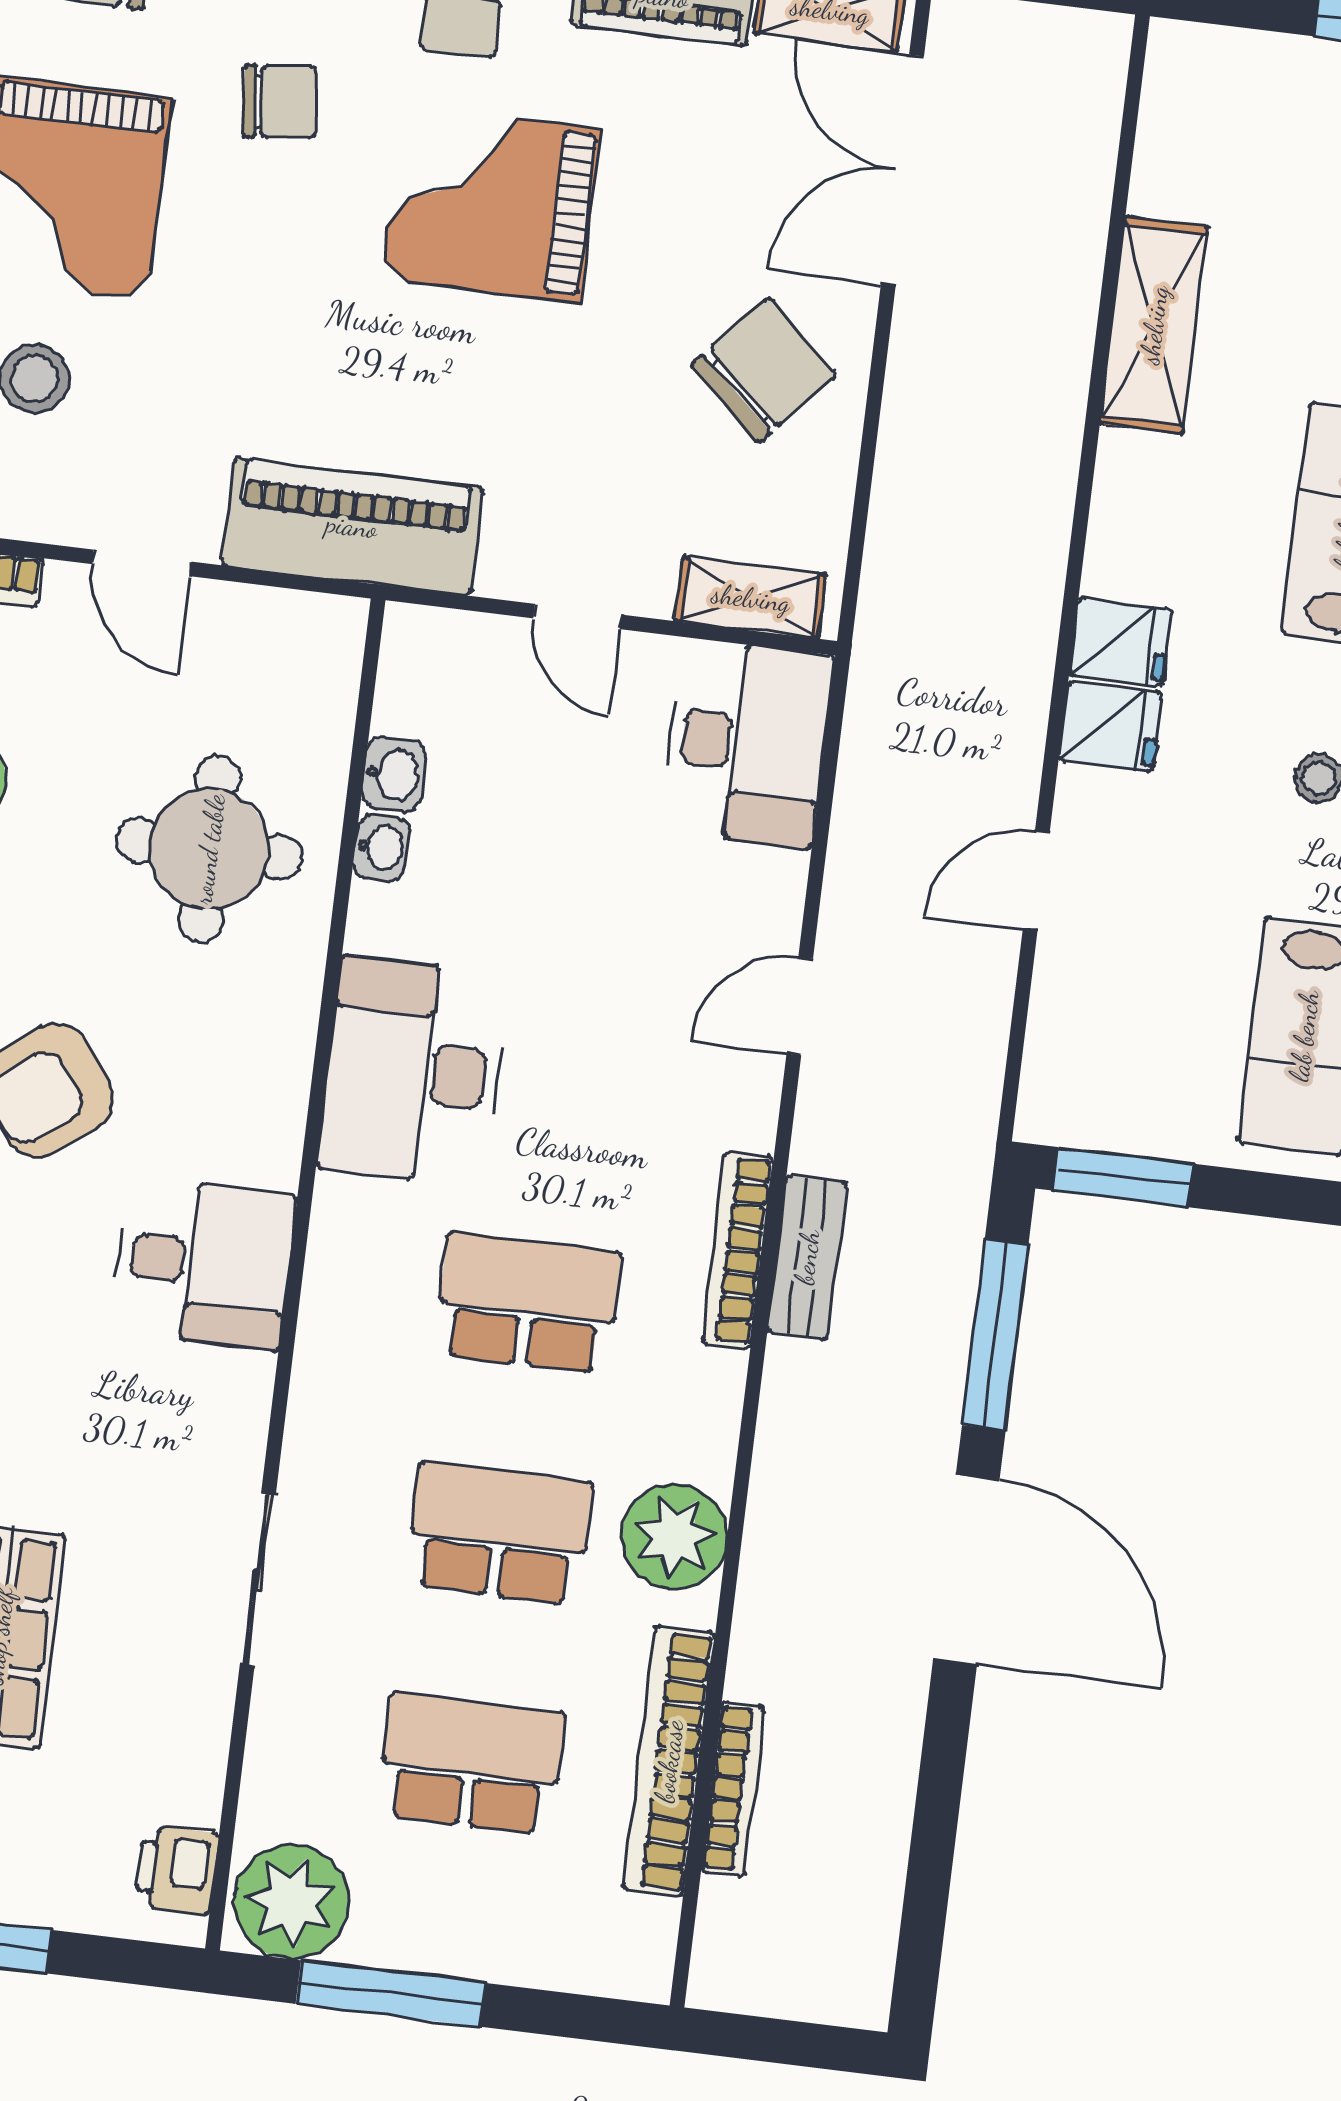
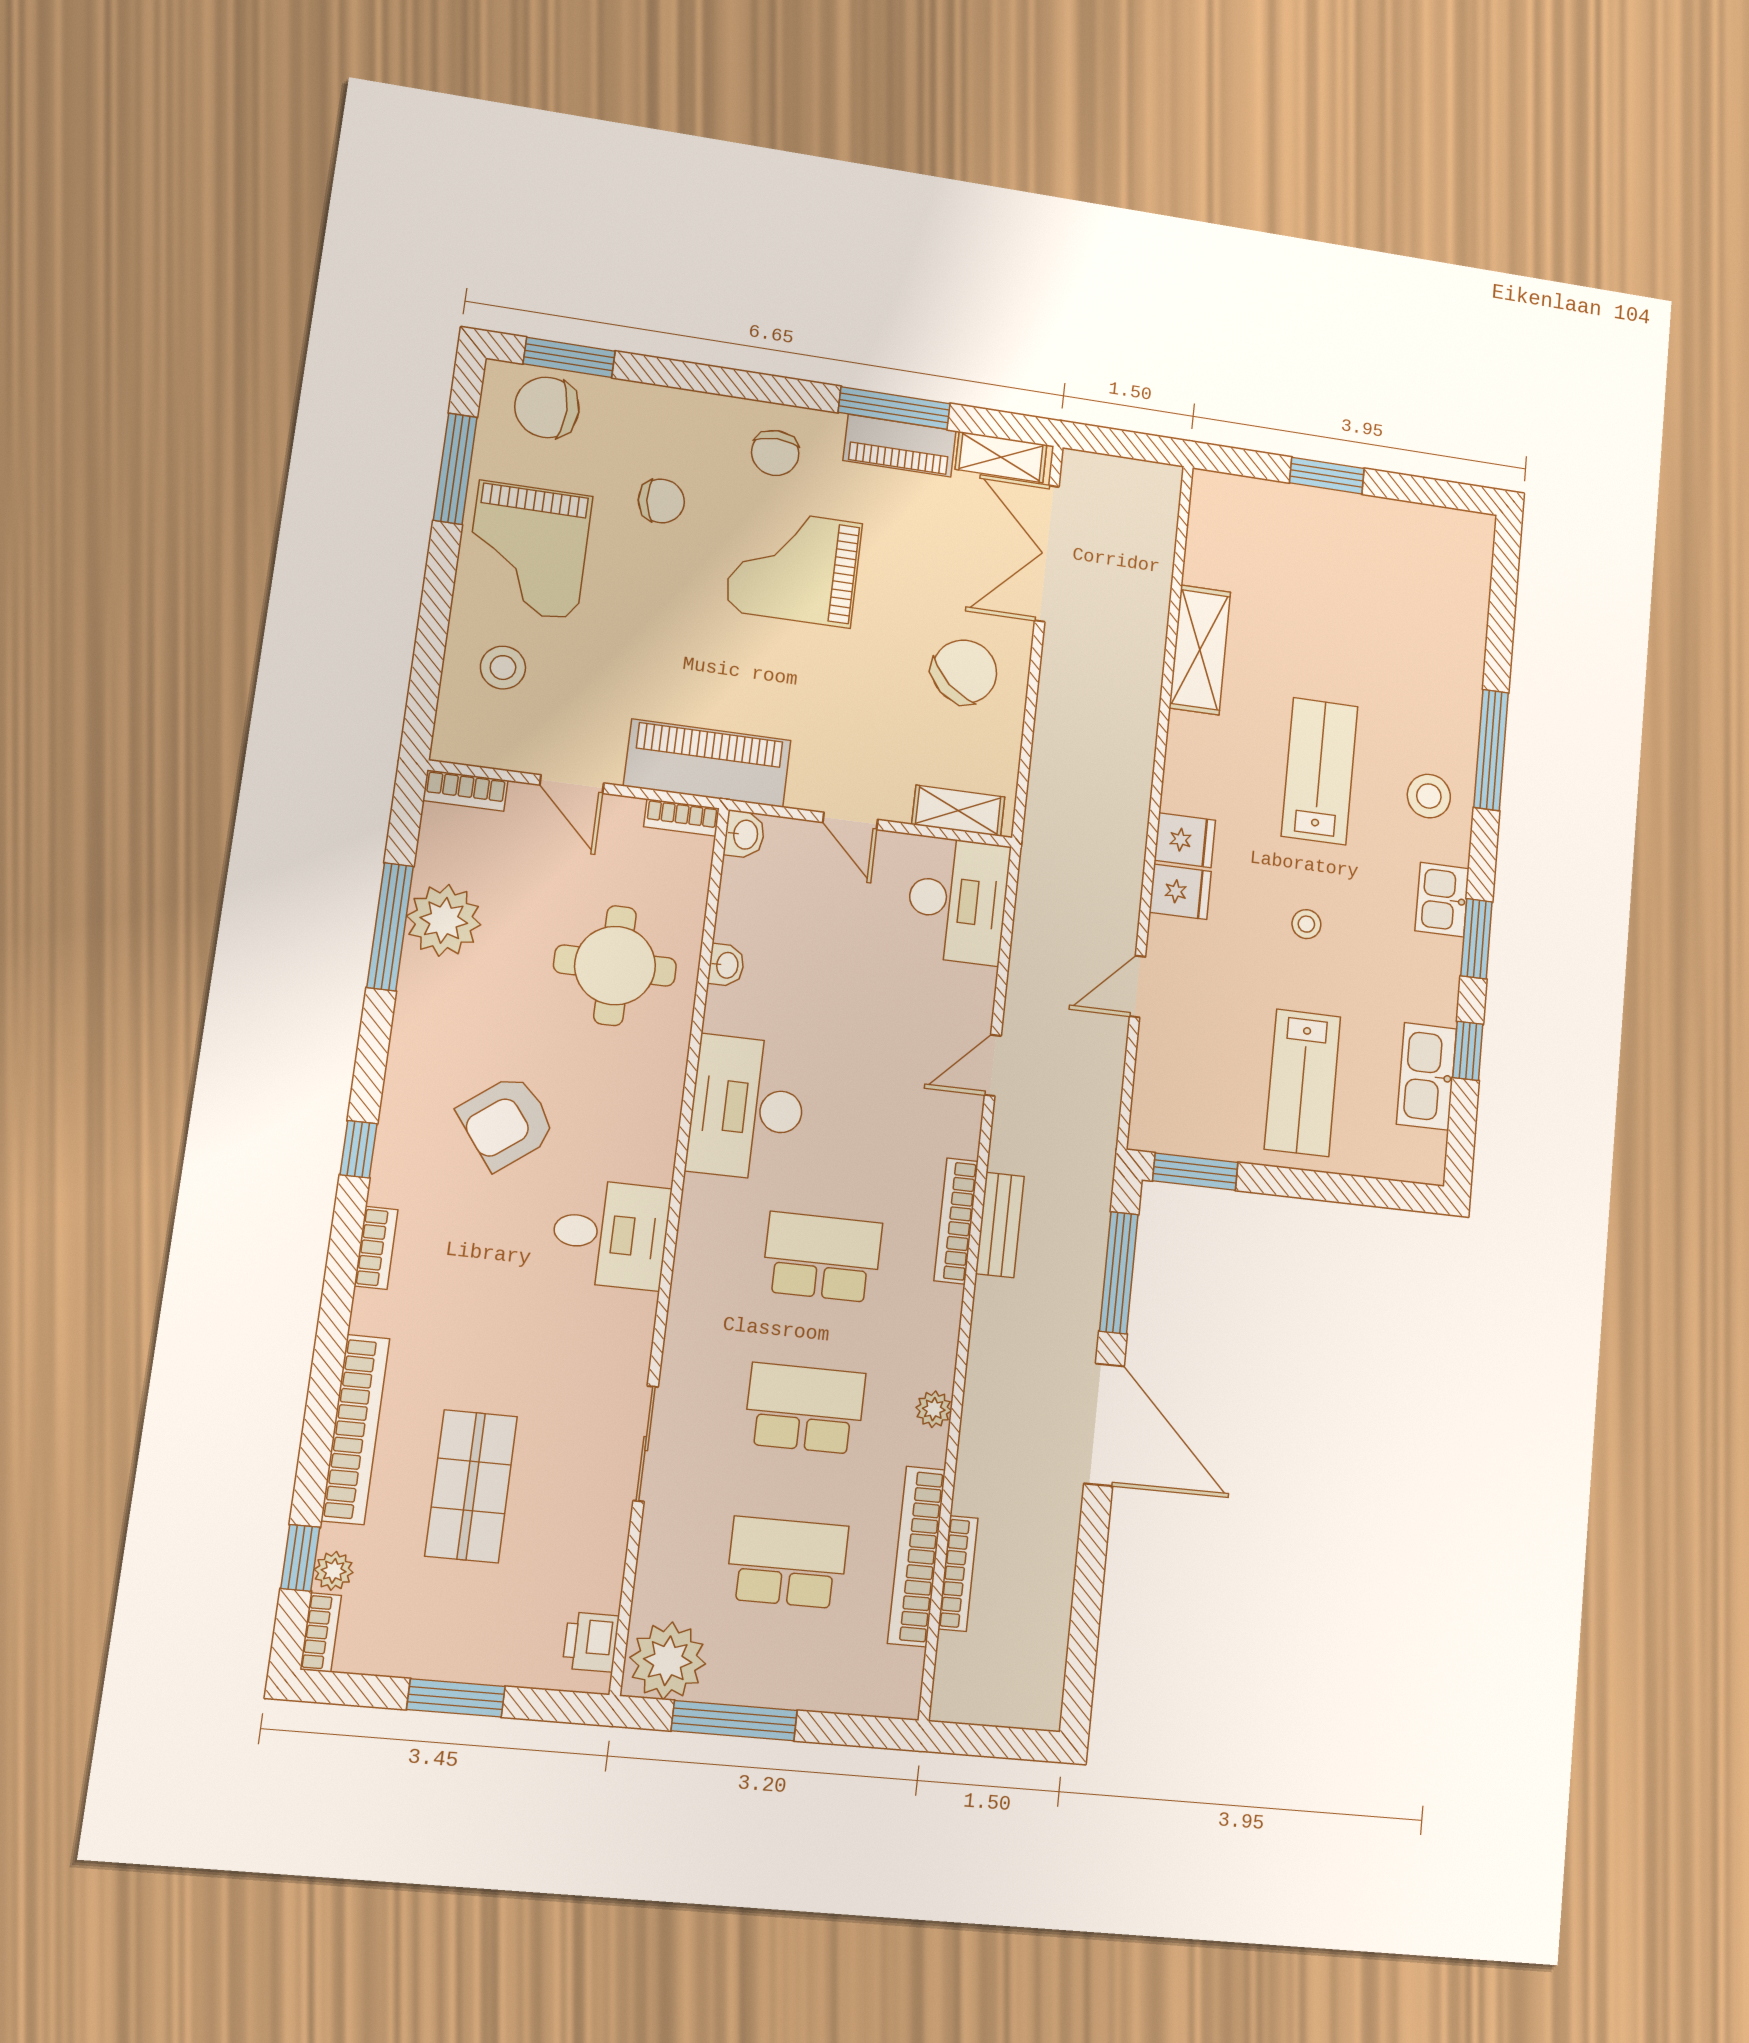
bookcase: (312, 614) -> (682, 818), added
washbasin: (394, 774) -> (745, 835), moved
plant: (674, 1536) -> (934, 1409), width x0.53, depth x0.53

